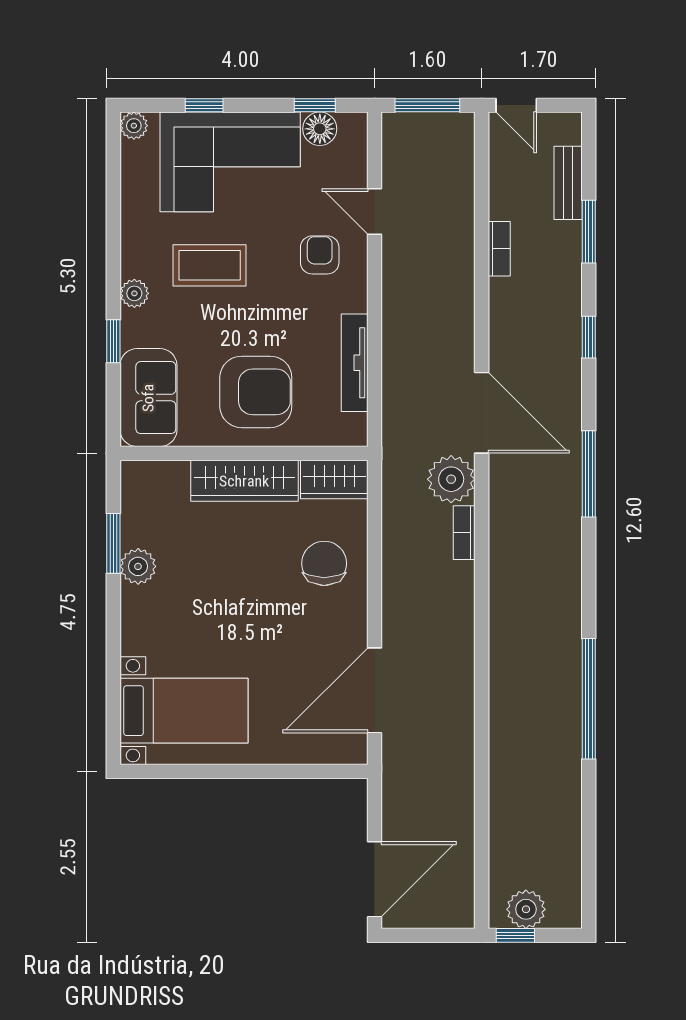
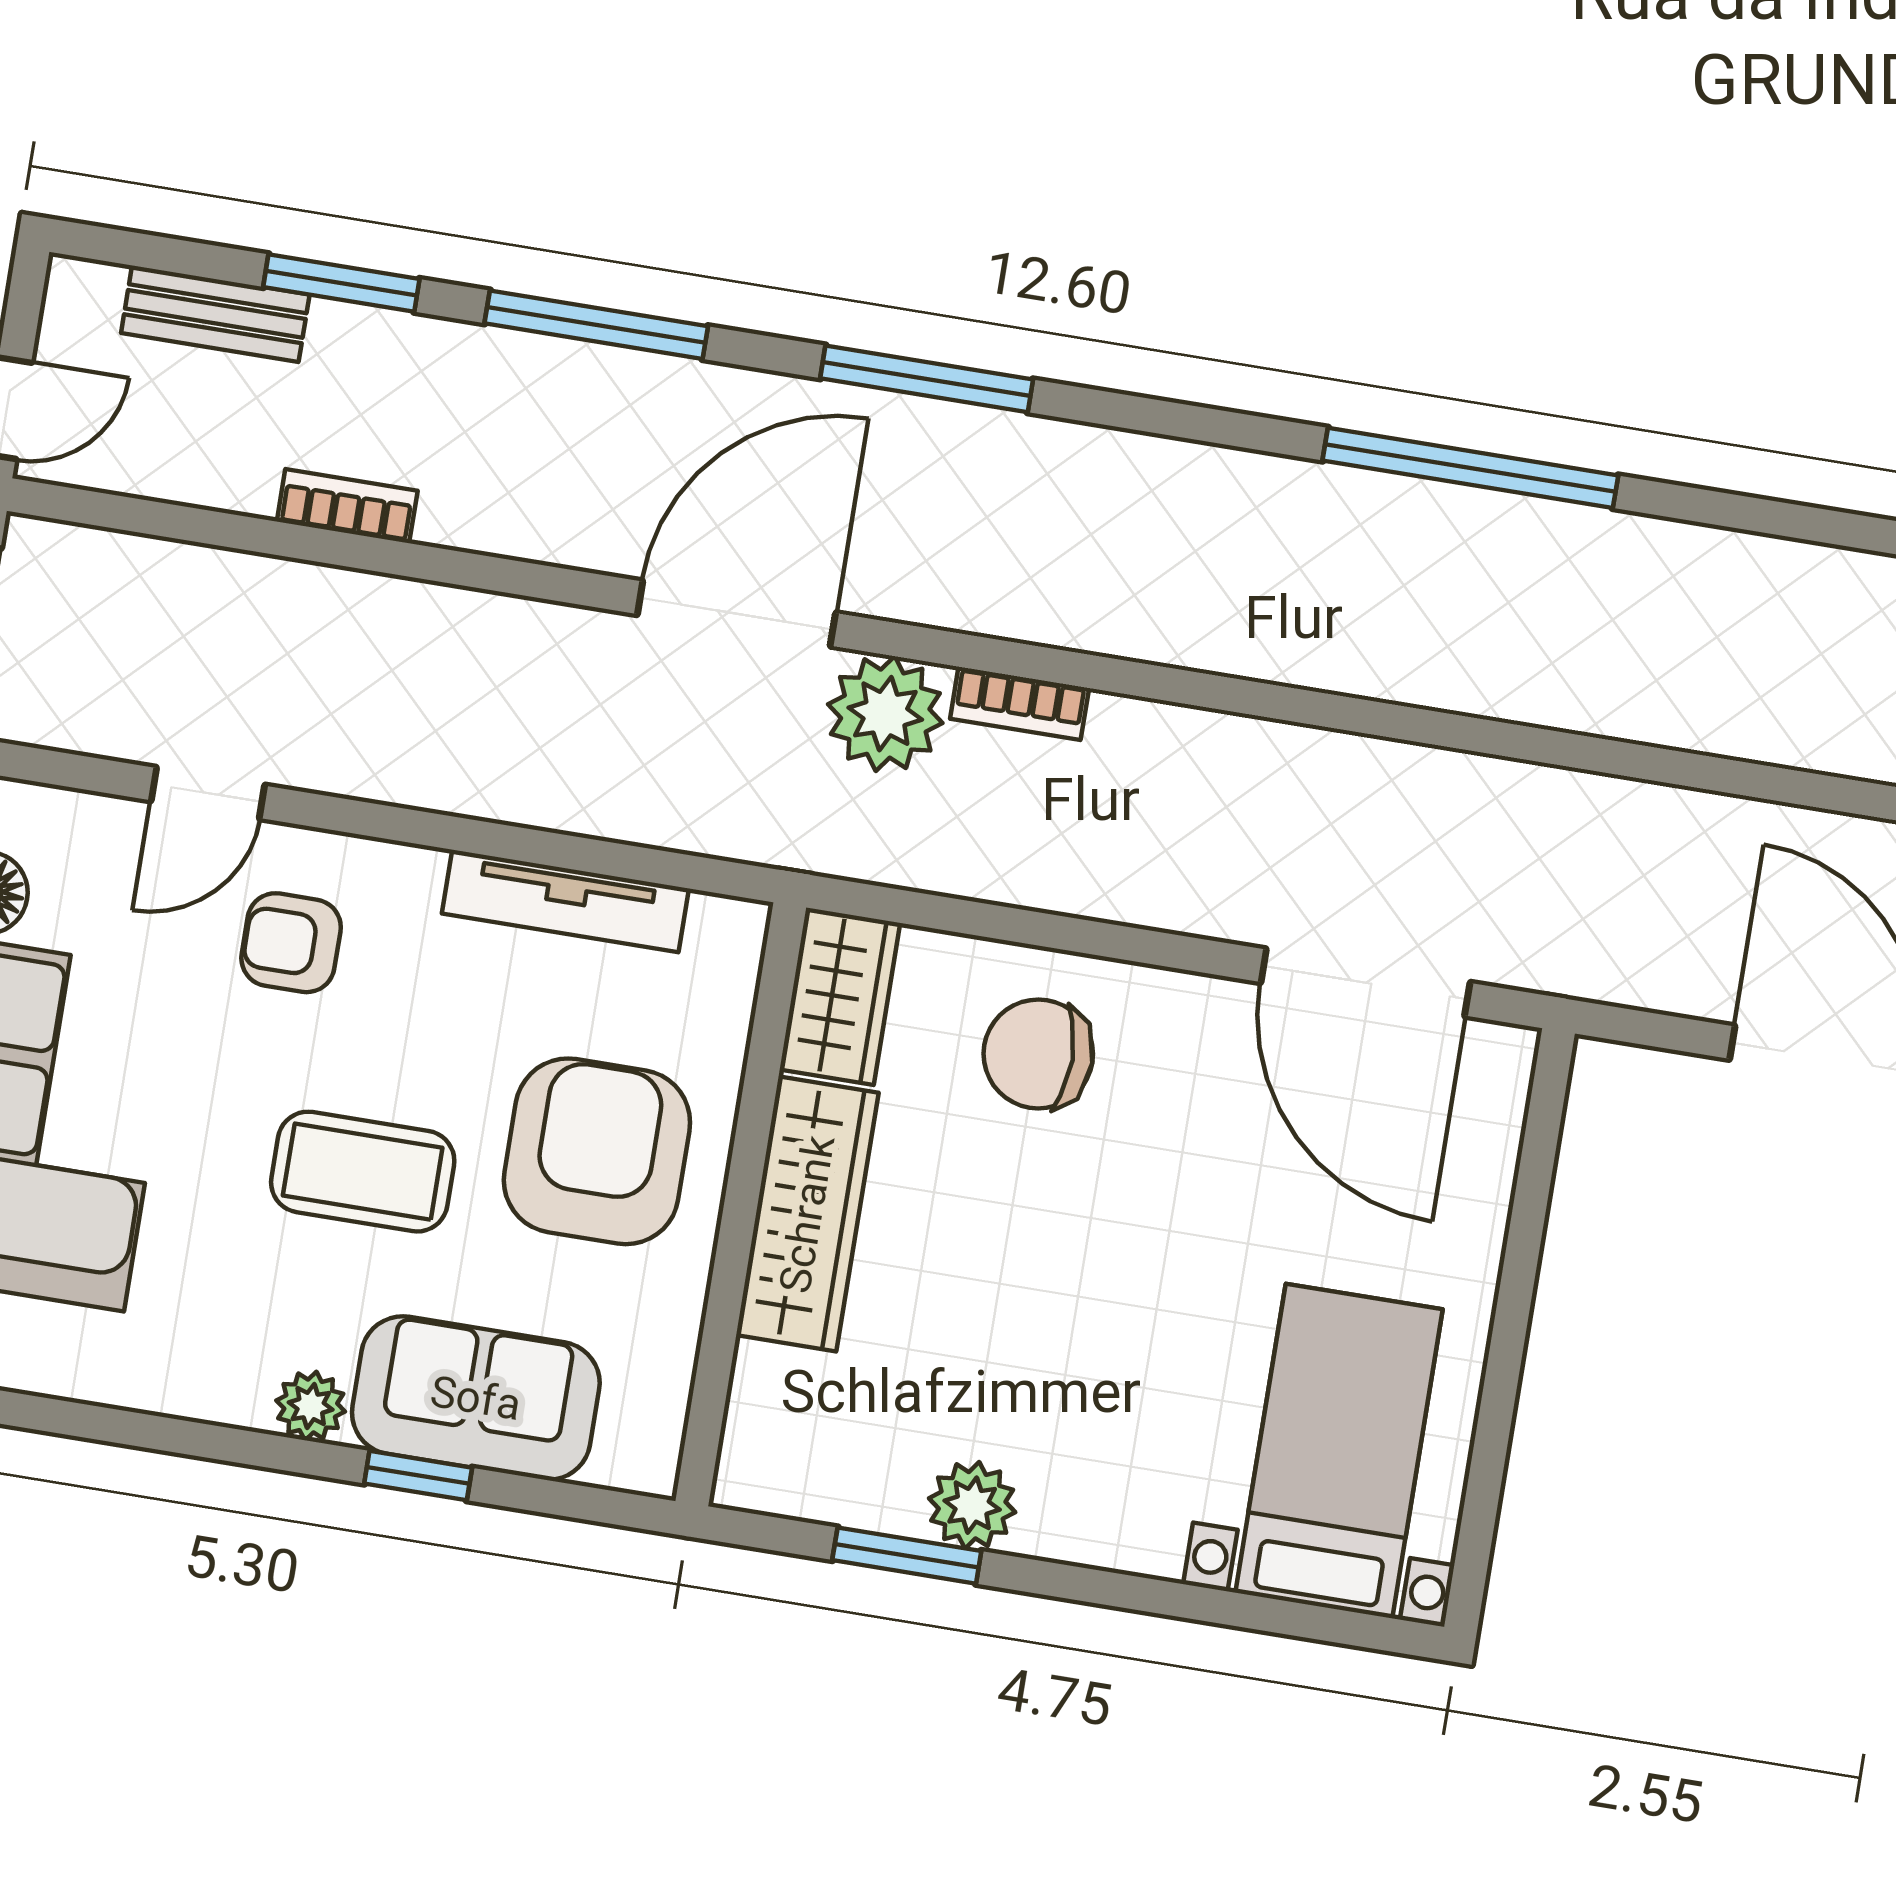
coffee table: (210, 265) -> (363, 1172), moved, turned 90
window: (589, 337) -> (596, 325), width x2.17
sofa: (148, 398) -> (476, 1398), moved

